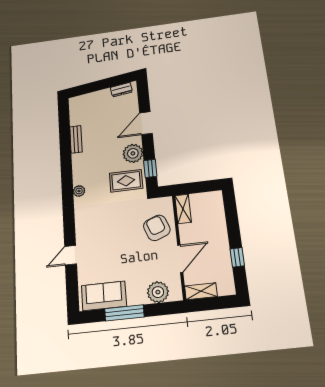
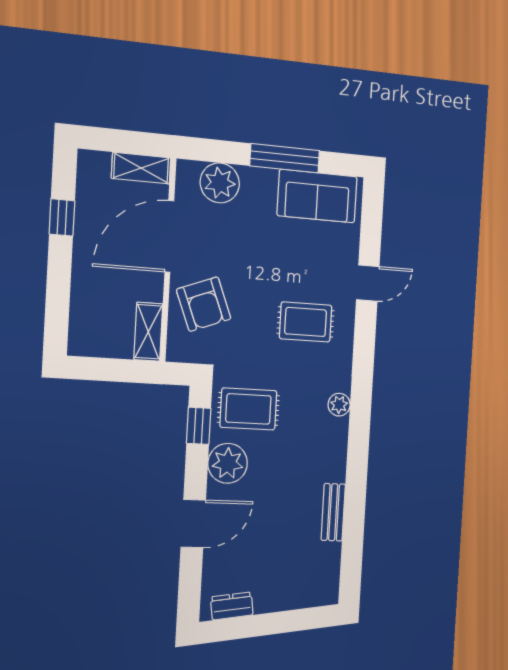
rug: (102, 229) -> (306, 322), added
door: (180, 259) -> (169, 236), width x1.36

